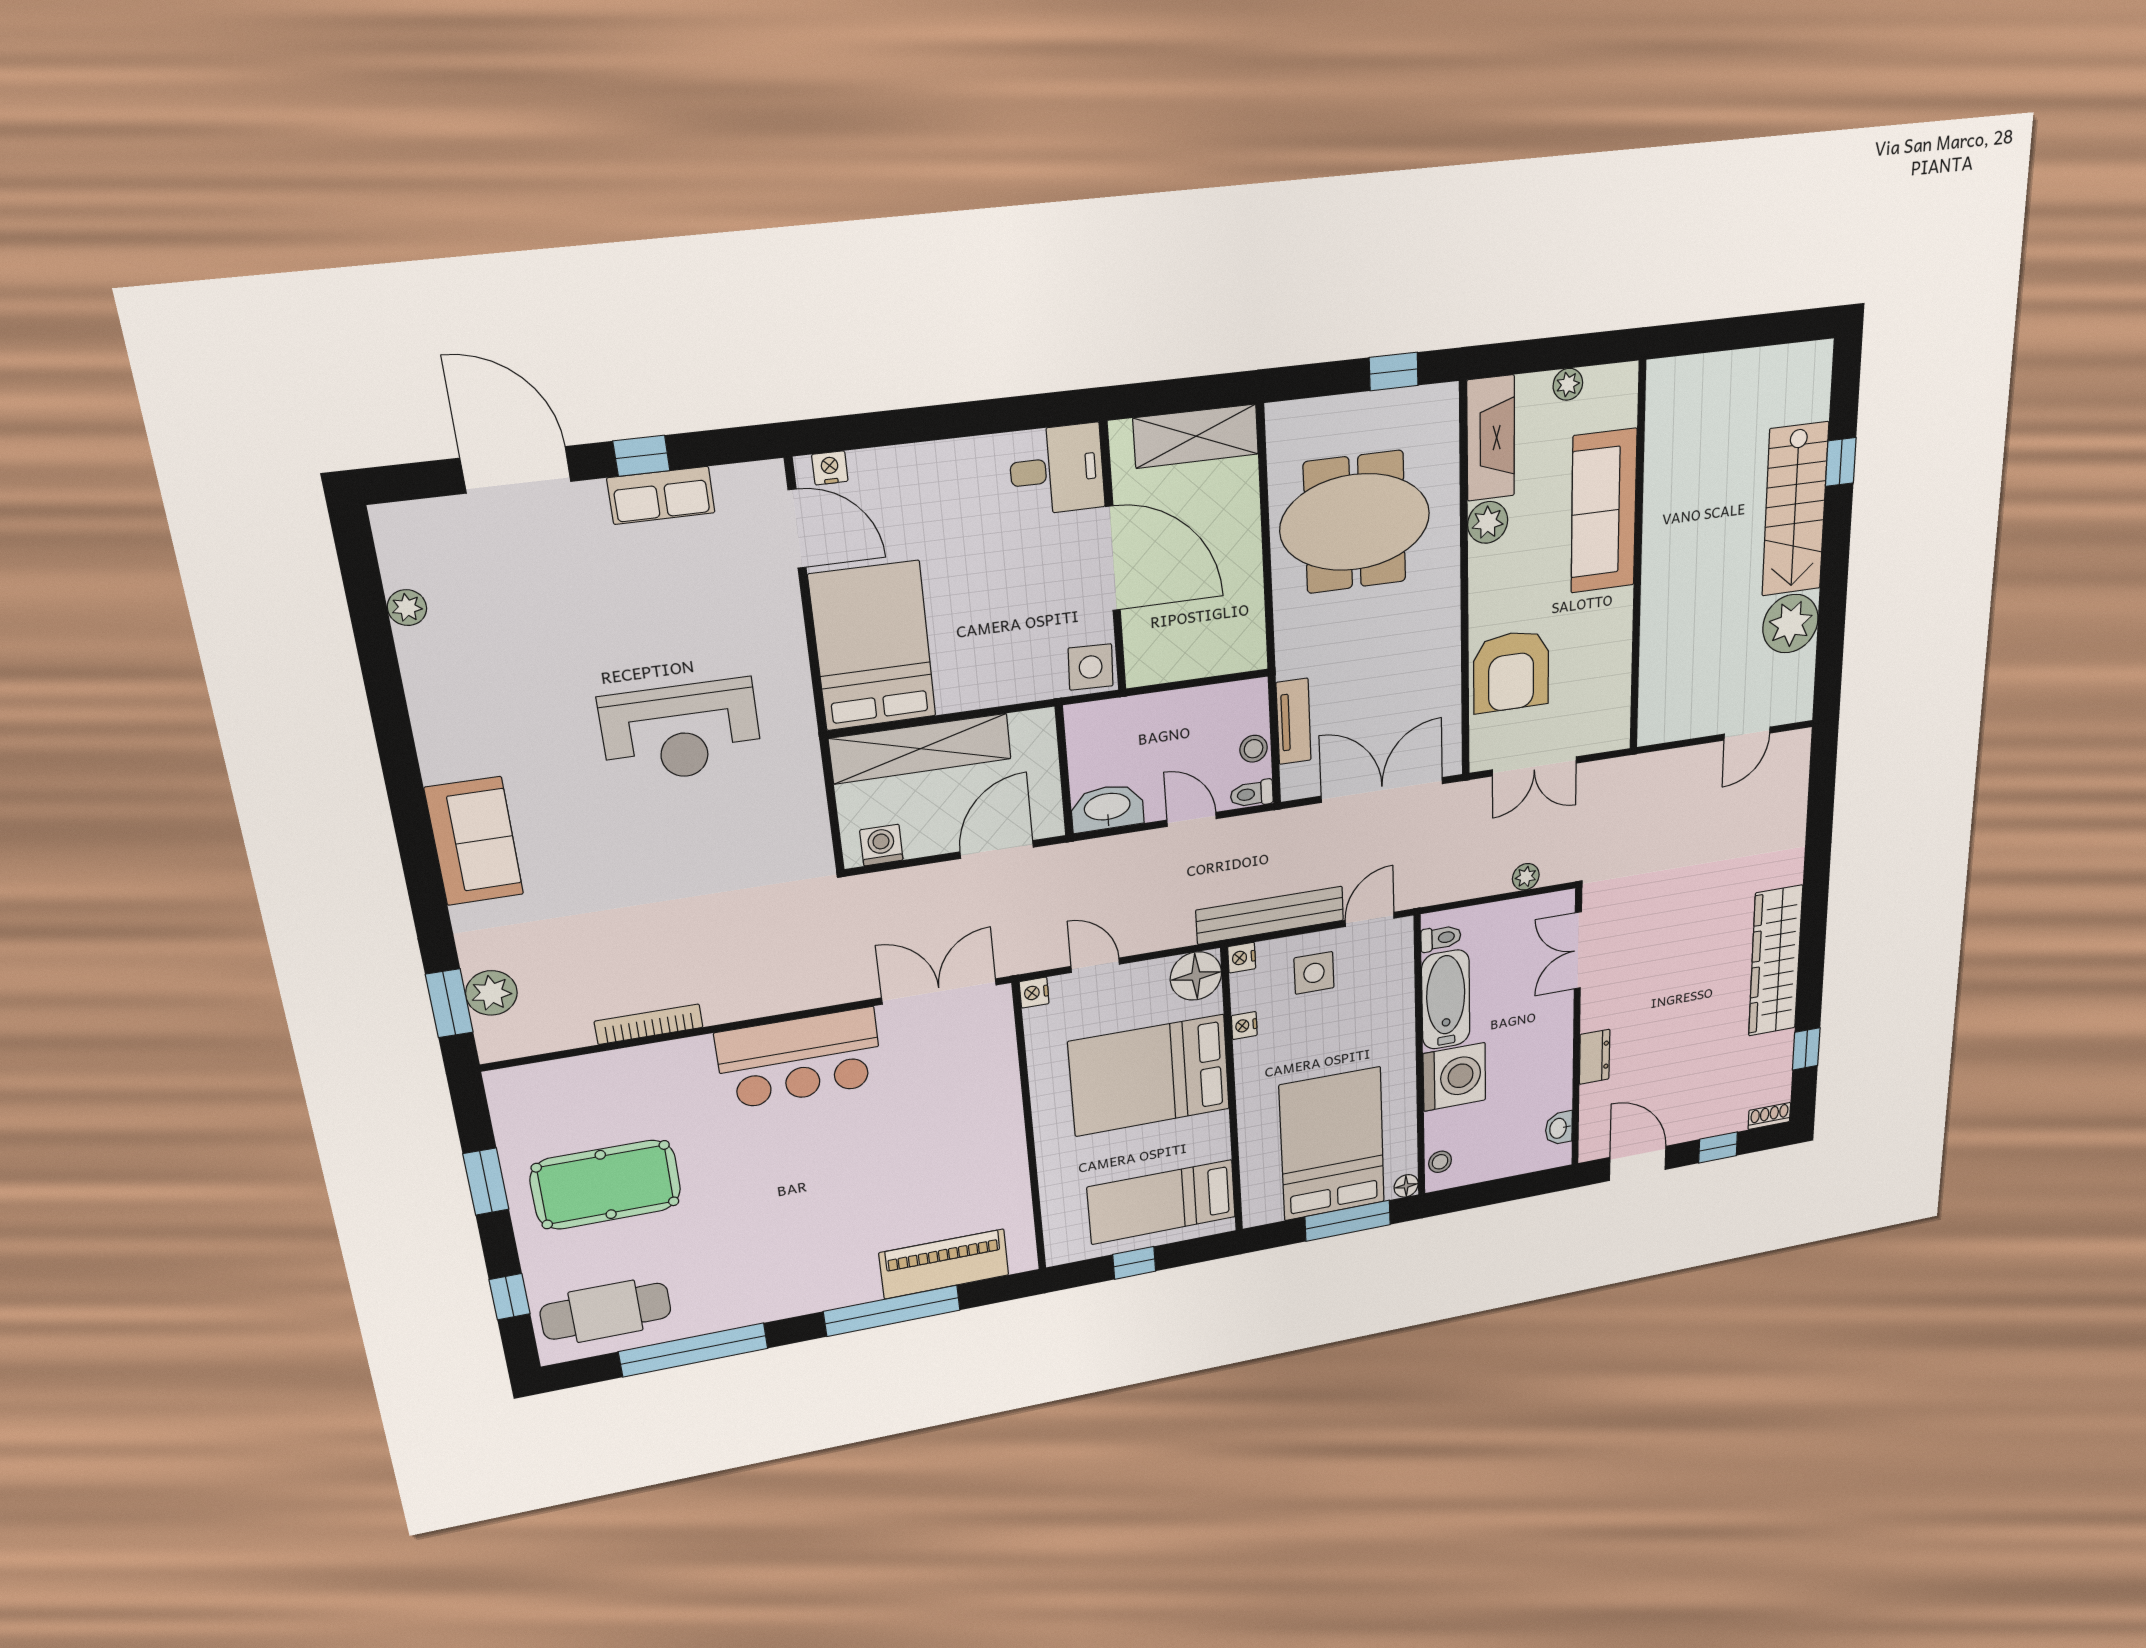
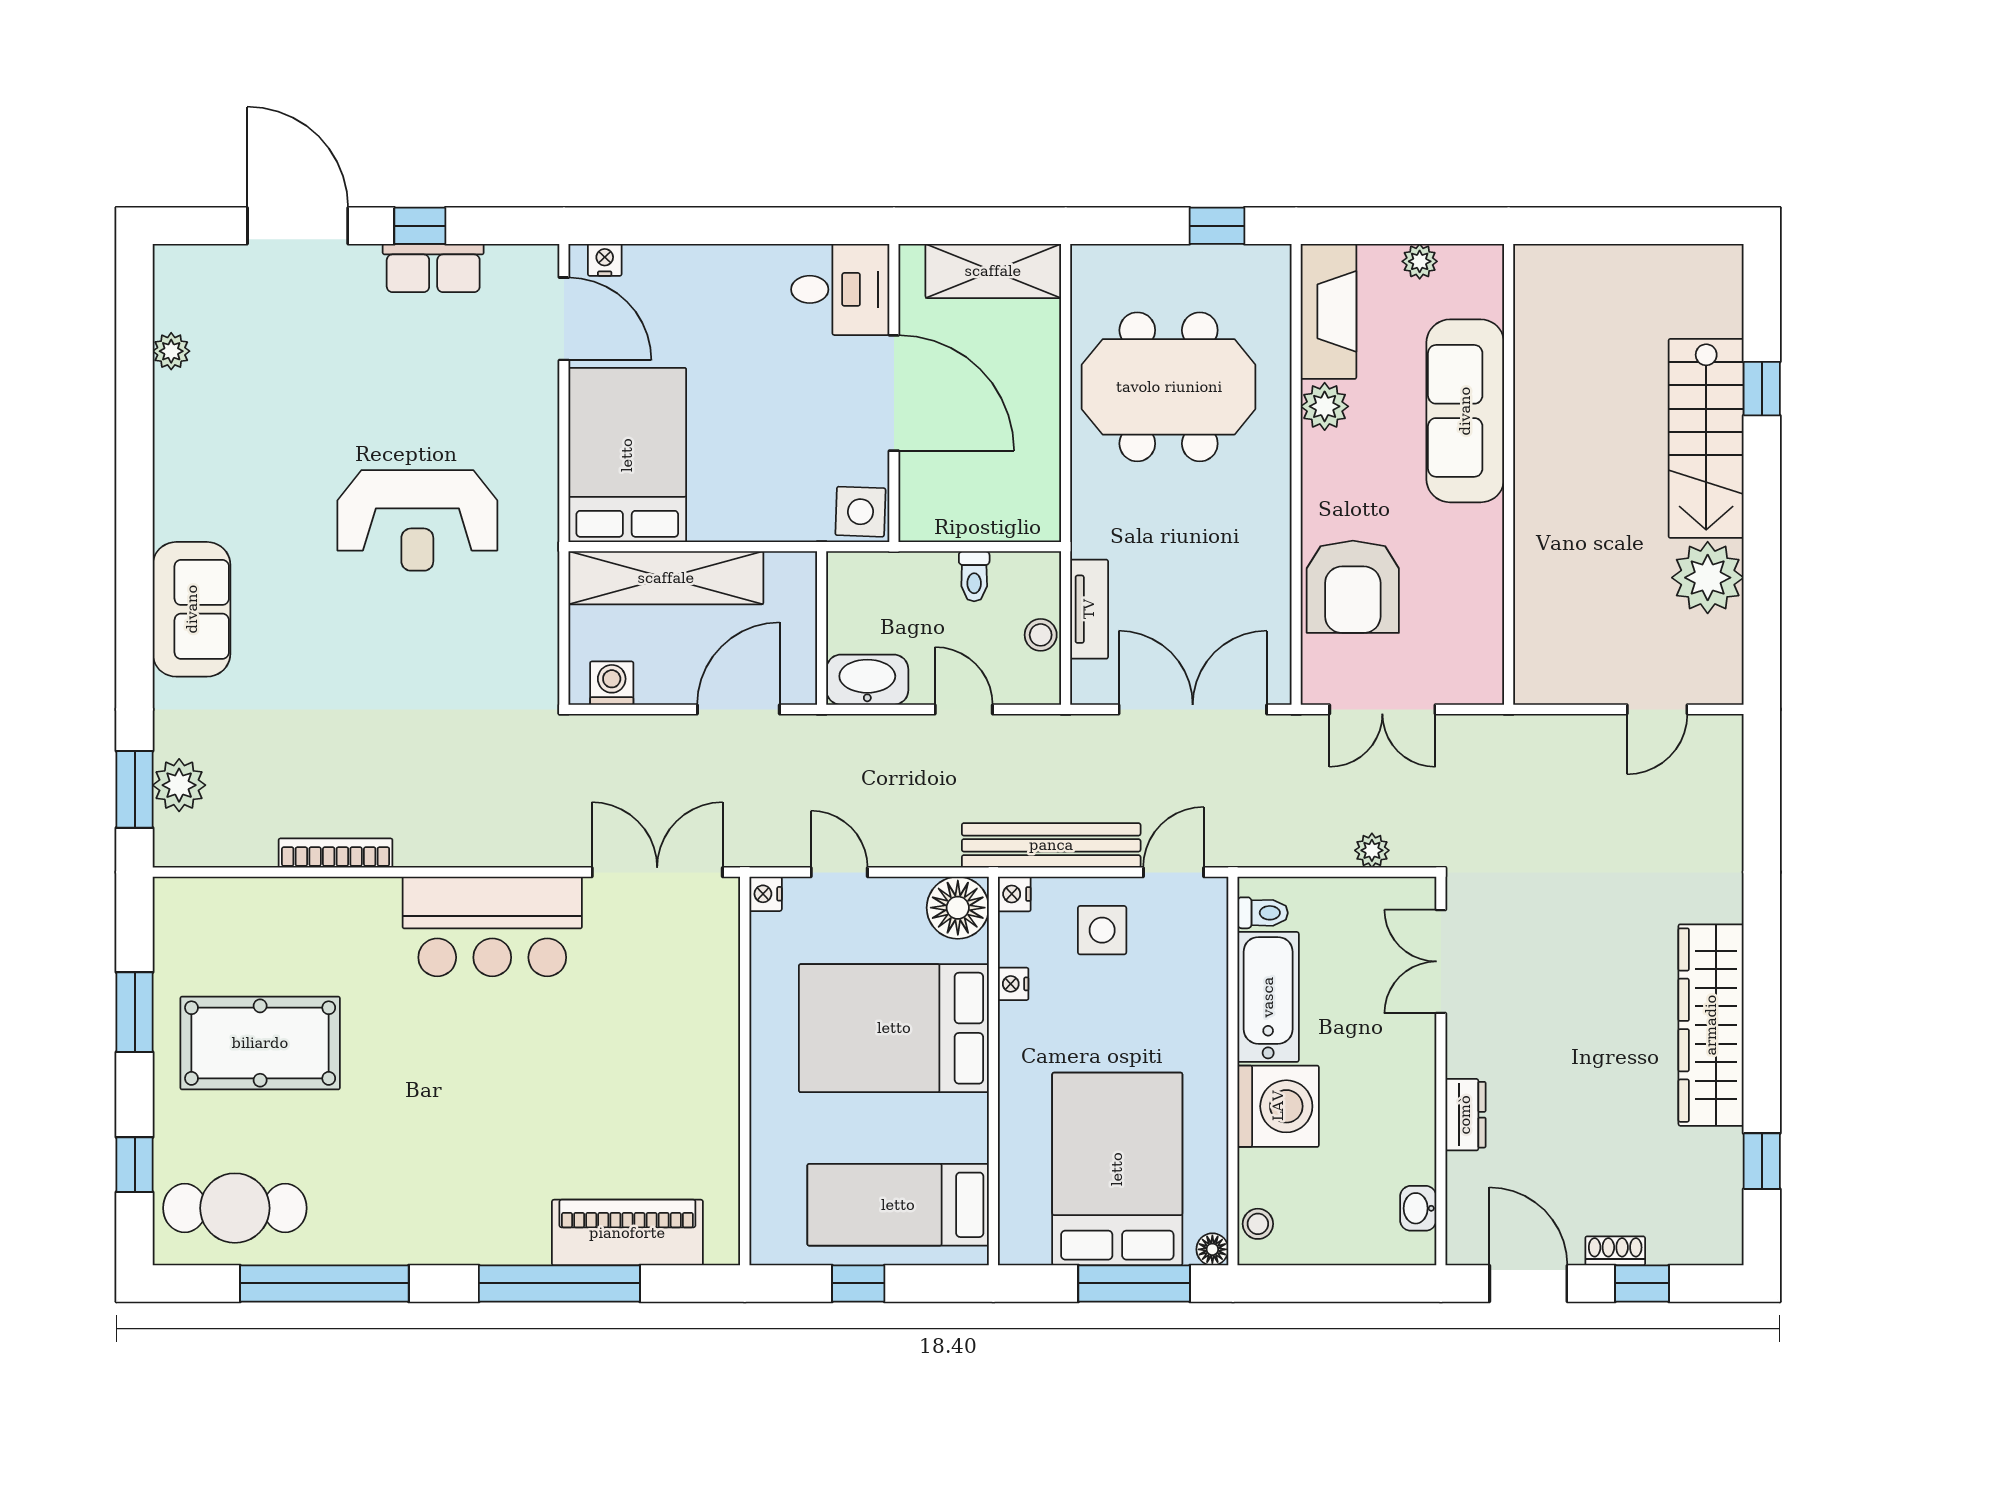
toilet: (1252, 794) -> (974, 576), moved, turned -90
shoe rack: (1769, 1116) -> (1615, 1251), moved

